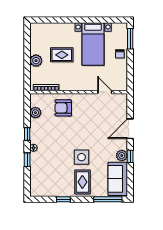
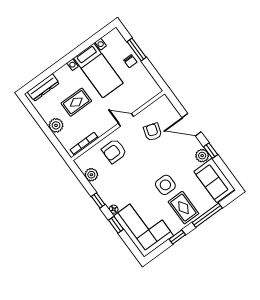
dresser: (46, 28) -> (43, 87), added
window: (130, 39) -> (137, 49), moved
door: (105, 92) -> (126, 120), moved
armchair: (100, 114) -> (153, 132), added
door: (130, 129) -> (192, 125), hinge flipped
corner sofa: (46, 174) -> (144, 226), added
window: (108, 199) -> (207, 215), moved

